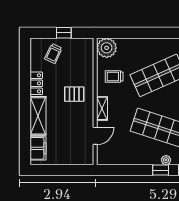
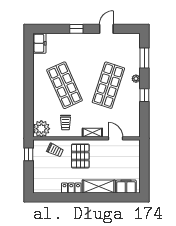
window: (64, 33) -> (29, 154), moved
trolley: (53, 53) -> (55, 150), moved
pallet: (74, 94) -> (80, 156), width x1.50, depth x1.42
window: (161, 170) -> (144, 95), moved

